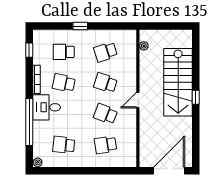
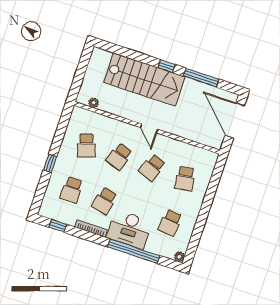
desk: (47, 107) -> (129, 229), width x1.37
window: (196, 130) -> (201, 78), added

